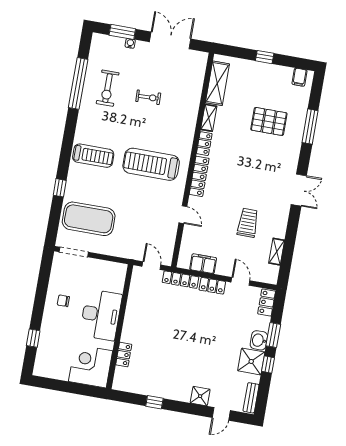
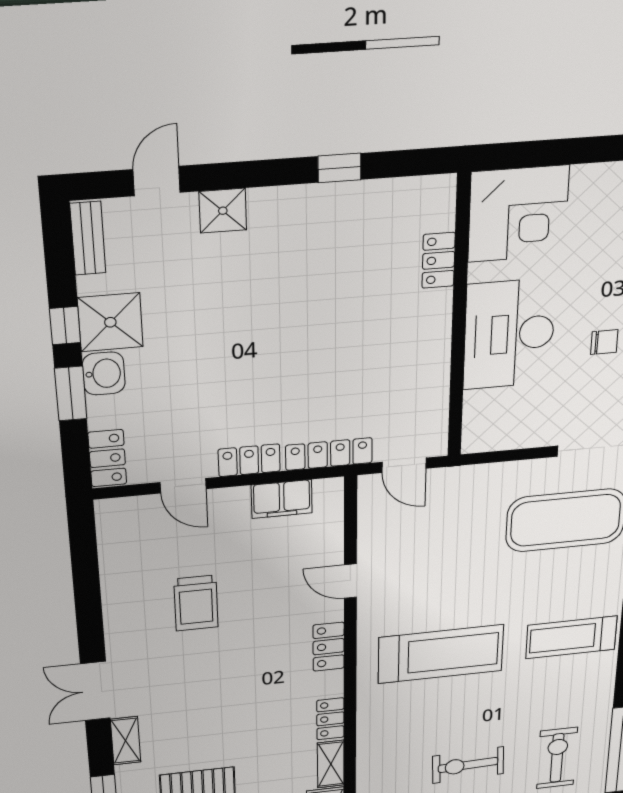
exercise bike: (148, 97) -> (468, 765), width x1.38, depth x1.39
locker: (199, 176) -> (329, 647), width x0.66
shelving: (277, 252) -> (126, 741), moved

